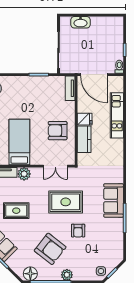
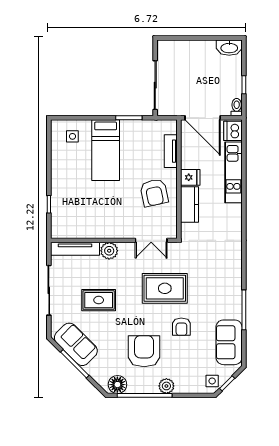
washbasin: (81, 22) -> (229, 48), moved
dishwasher: (117, 84) -> (233, 131), added
tv unit: (70, 88) -> (171, 151), moved
armchair: (58, 131) -> (154, 193), turned -102
bed: (19, 142) -> (106, 150), moved, turned 180
sofa: (114, 200) -> (229, 342), moved
armchair: (50, 249) -> (144, 351), turned -128

